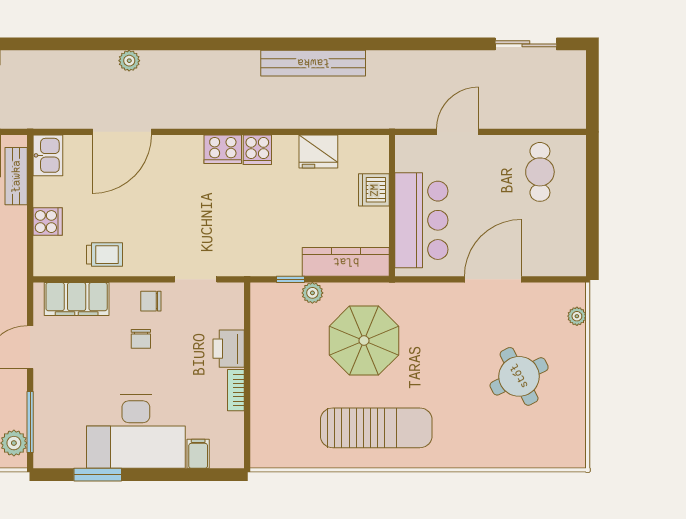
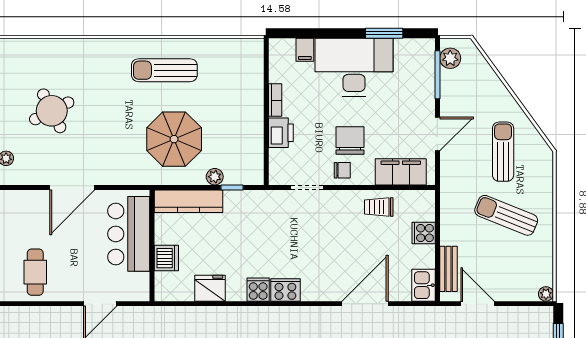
chair: (141, 339) -> (350, 140), width x1.87, depth x1.87
sun lounger: (376, 428) -> (164, 70), width x0.73, depth x0.75

